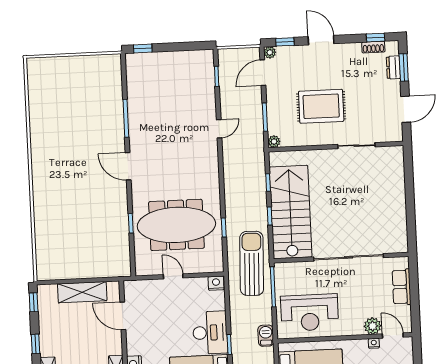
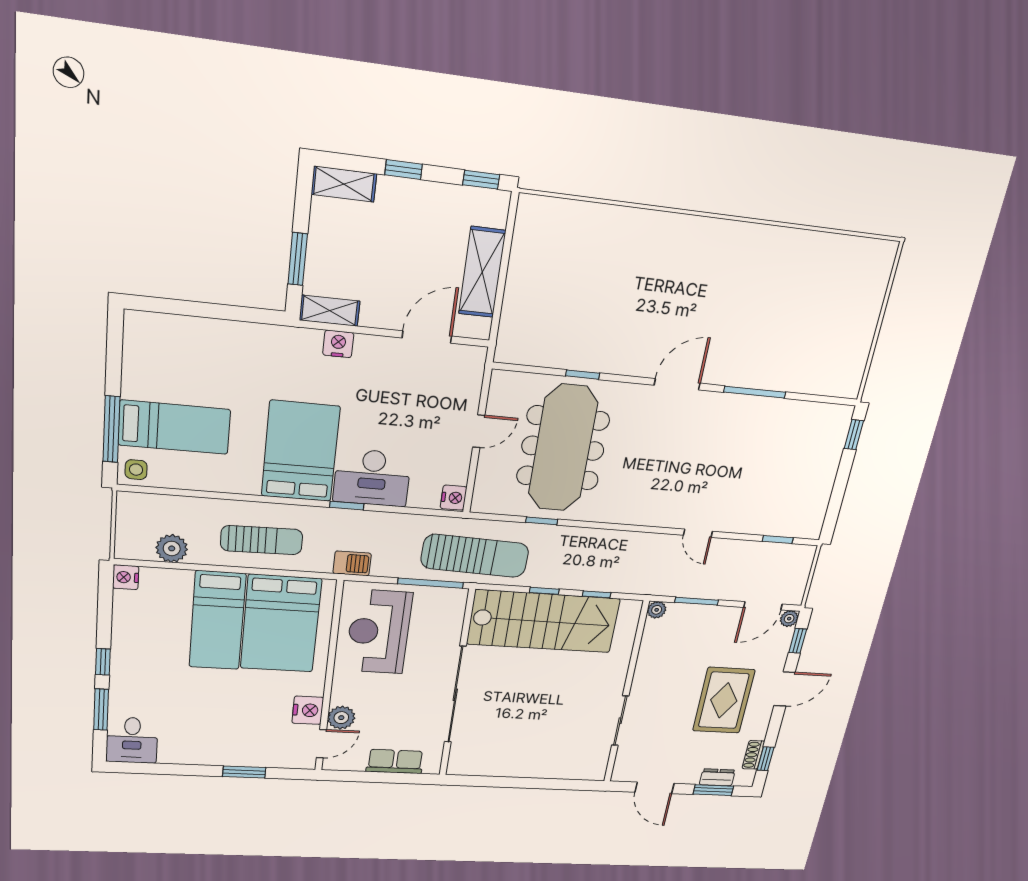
door: (263, 73) -> (763, 606), swing flipped
rug: (321, 106) -> (724, 700), moved
nightstand: (374, 343) -> (308, 710), width x1.89, depth x1.79

